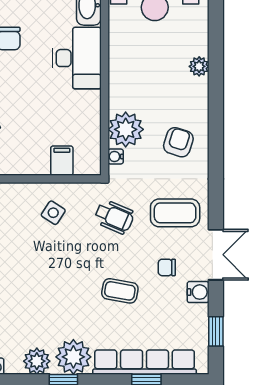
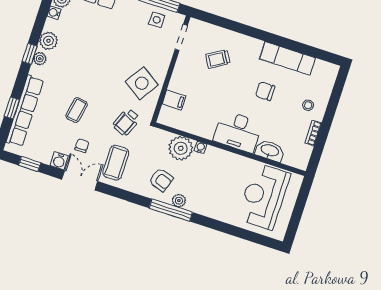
plant: (199, 66) -> (179, 201), moved
window: (216, 115) -> (171, 210), added
water cooler: (116, 156) -> (201, 147), moved
side table: (53, 213) -> (142, 83), width x1.87, depth x1.87
double door: (216, 255) -> (80, 180), swing flipped
plant: (73, 357) -> (40, 59), width x0.53, depth x0.53

